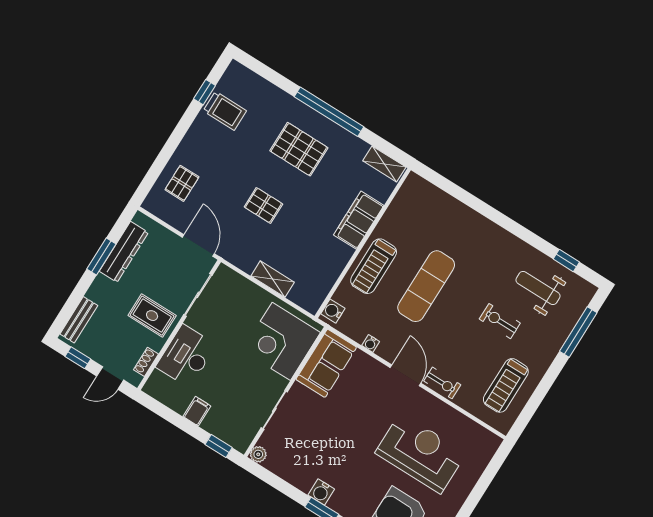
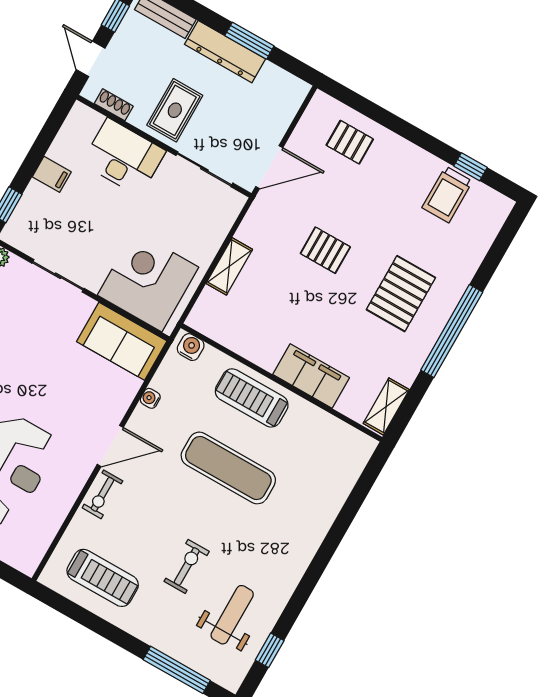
pallet: (263, 205) -> (325, 250), turned 90
dresser: (124, 252) -> (225, 52), moved
treadmill: (506, 385) -> (103, 578), turned 180

